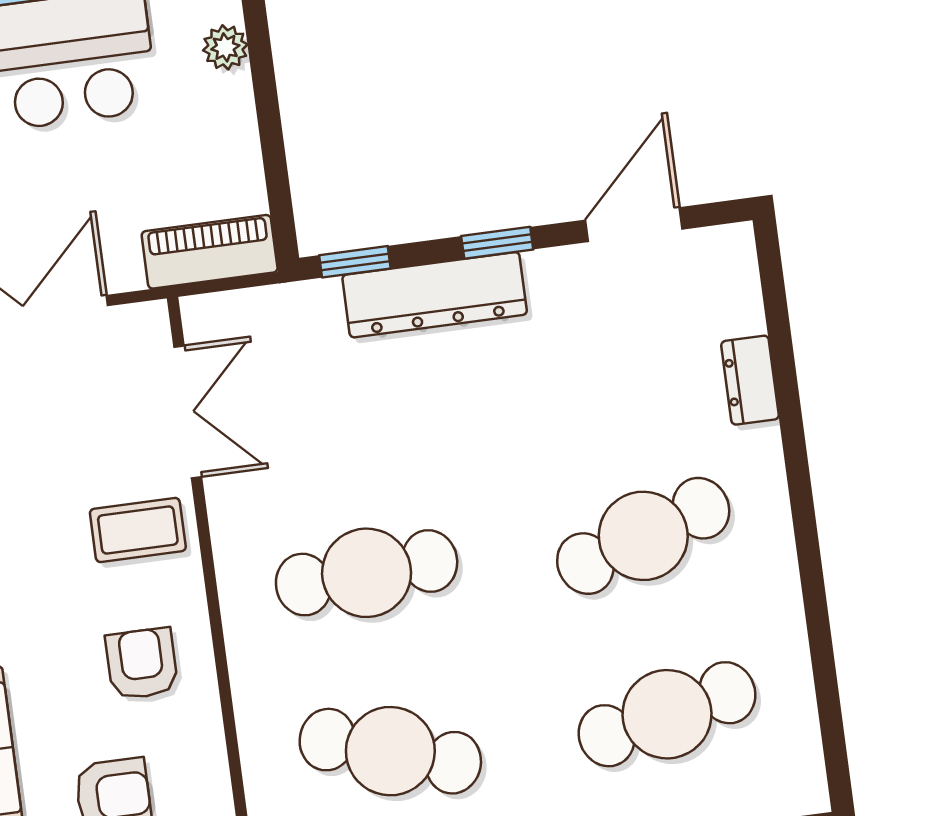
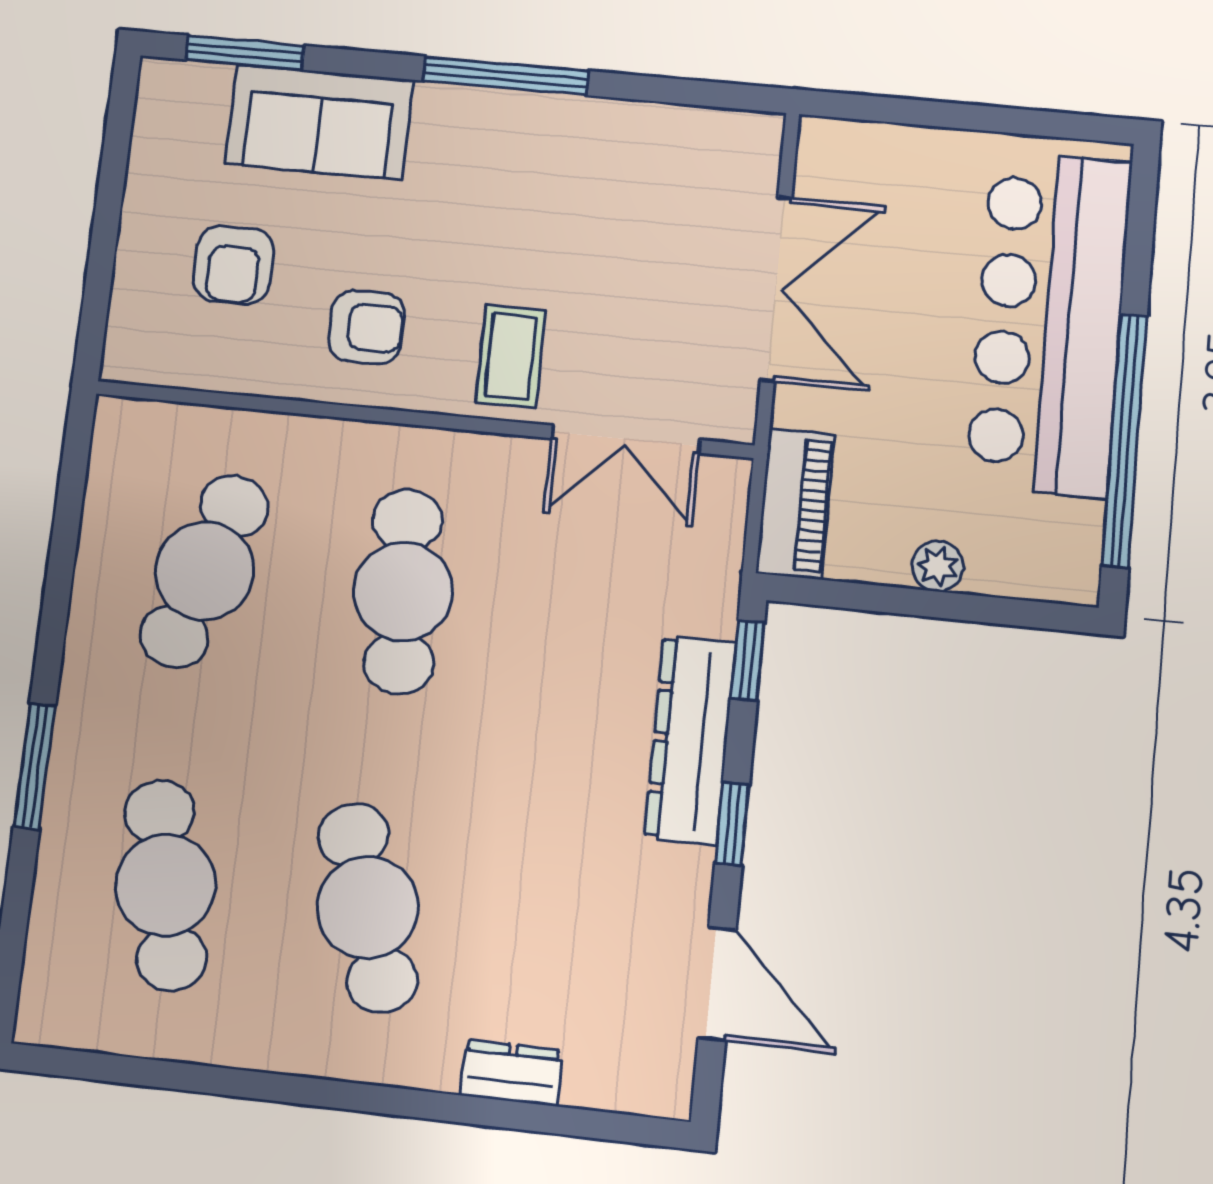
plant: (225, 47) -> (938, 566), moved

